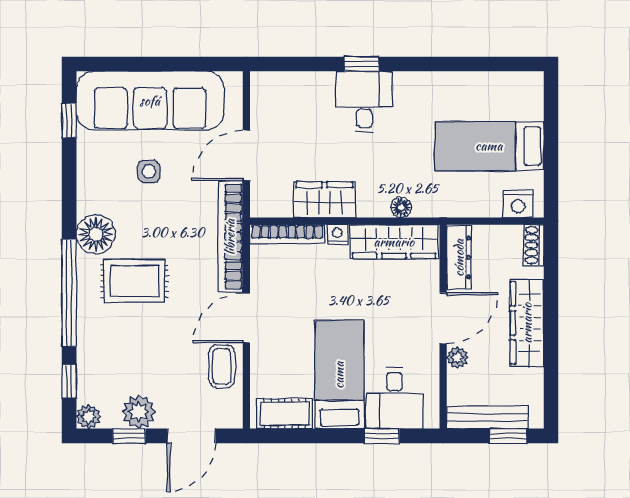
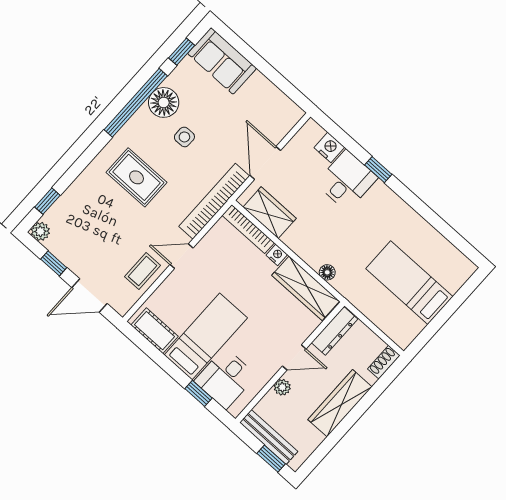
sofa: (150, 101) -> (222, 61), width x0.54, depth x0.79
desk: (364, 102) -> (347, 181), moved
door: (246, 155) -> (265, 163), hinge flipped
side table: (149, 171) -> (184, 137), moved
wardrobe: (324, 200) -> (270, 213), moved
nightstand: (518, 204) -> (329, 147), moved, turned 180
floor lamp: (96, 234) -> (164, 102), moved
window: (69, 293) -> (136, 103), moved
door: (246, 318) -> (182, 256), width x0.73
door: (443, 318) -> (294, 357), width x0.73
plant: (139, 412) -> (72, 254), removed

